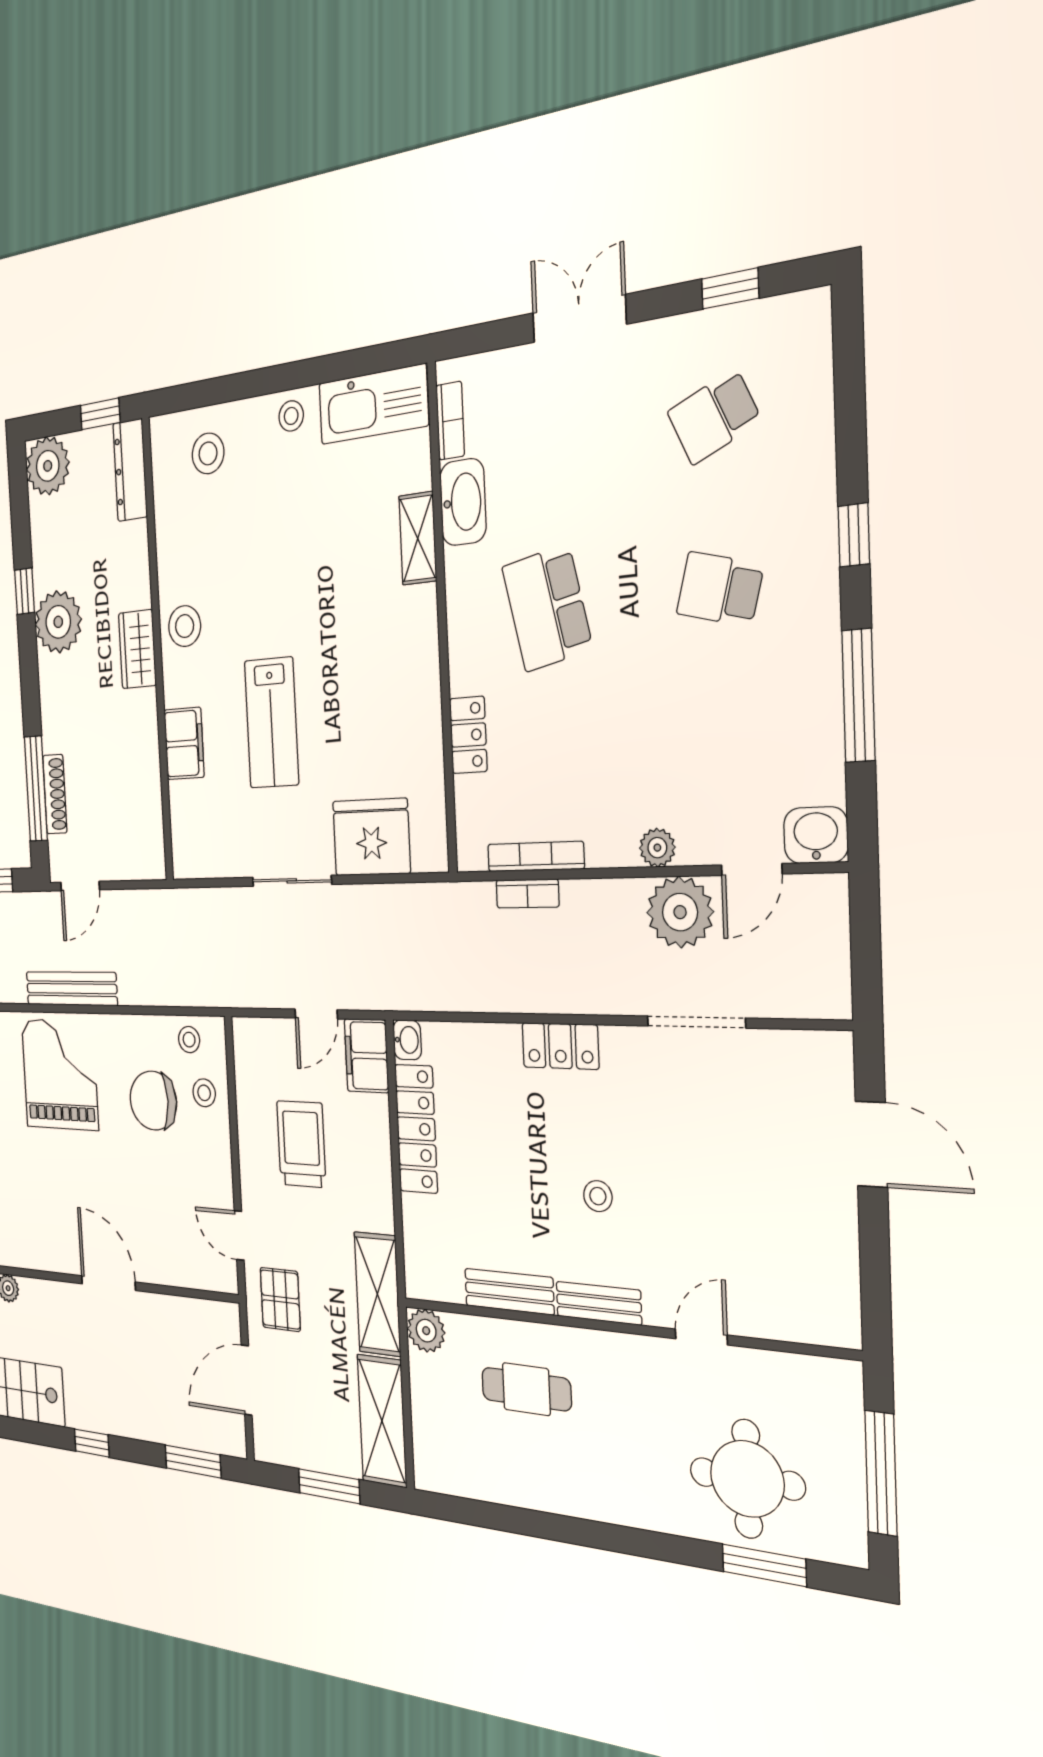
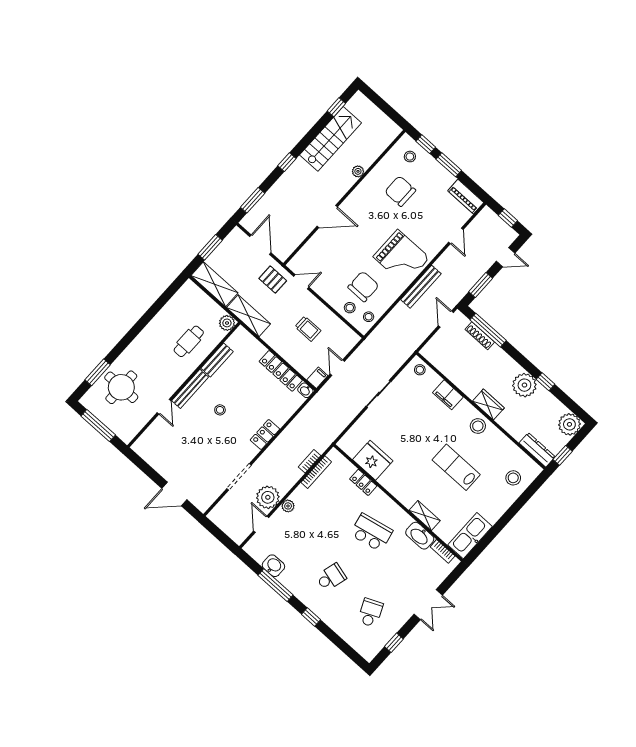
stool: (291, 416) -> (420, 370), moved
lab bench: (272, 723) -> (456, 467), moved
washbasin: (816, 835) -> (273, 566), moved, turned -90
fridge: (371, 837) -> (373, 460), moved, turned -90
filing cabinet: (366, 1056) -> (317, 378), width x0.50
trolley: (301, 1144) -> (308, 329), width x0.73, depth x0.72
bench: (599, 1303) -> (190, 389), width x1.36

